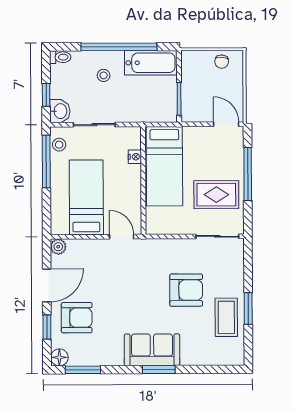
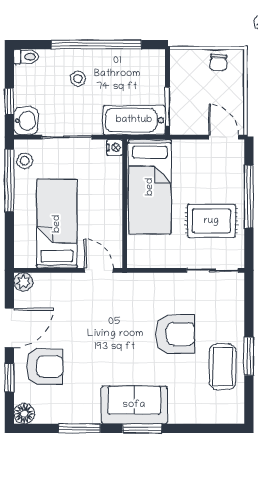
bathtub: (151, 63) -> (134, 120), moved, turned 180
nightstand: (135, 157) -> (115, 148), moved
window: (83, 370) -> (79, 428), moved

